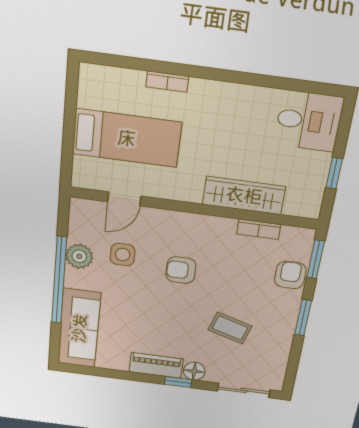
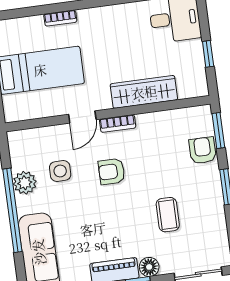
door: (124, 199) -> (82, 117), moved
bookcase: (259, 229) -> (118, 123), moved
coffee table: (230, 328) -> (168, 215), turned 73

